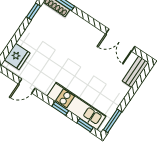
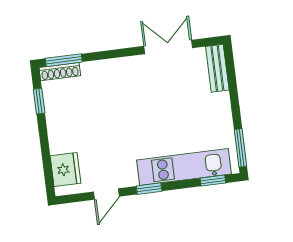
double door: (120, 40) -> (168, 47), swing flipped
window: (60, 108) -> (149, 189), moved

